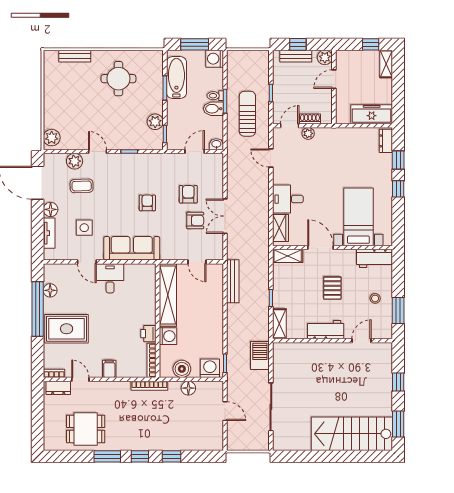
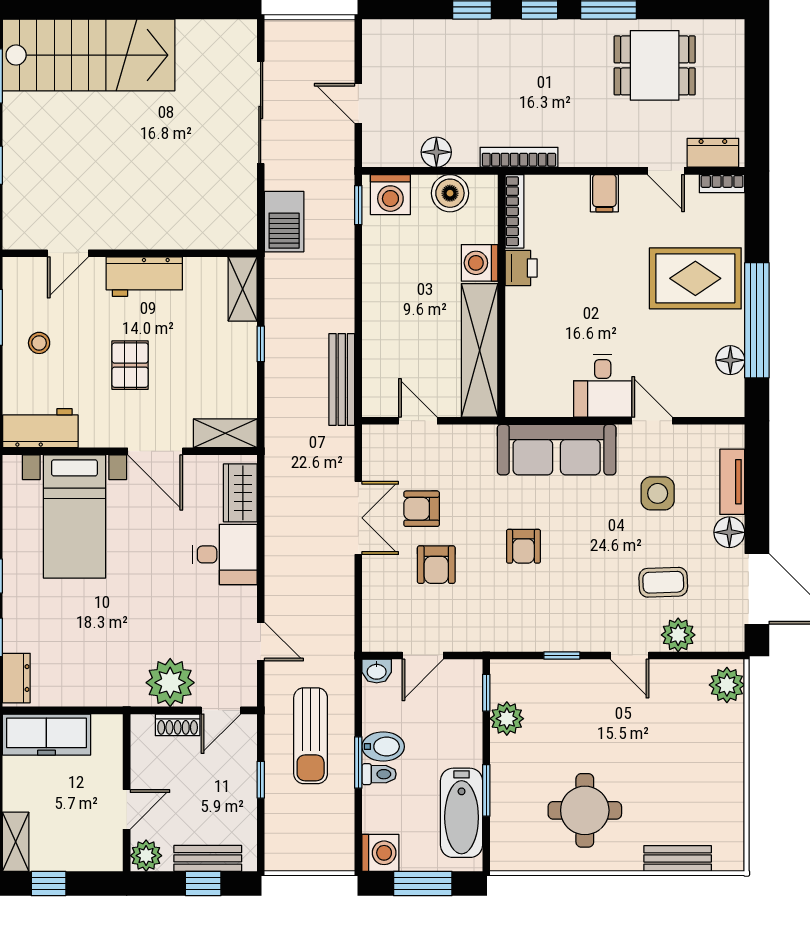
plant: (308, 133) -> (170, 683), width x1.87, depth x1.87

